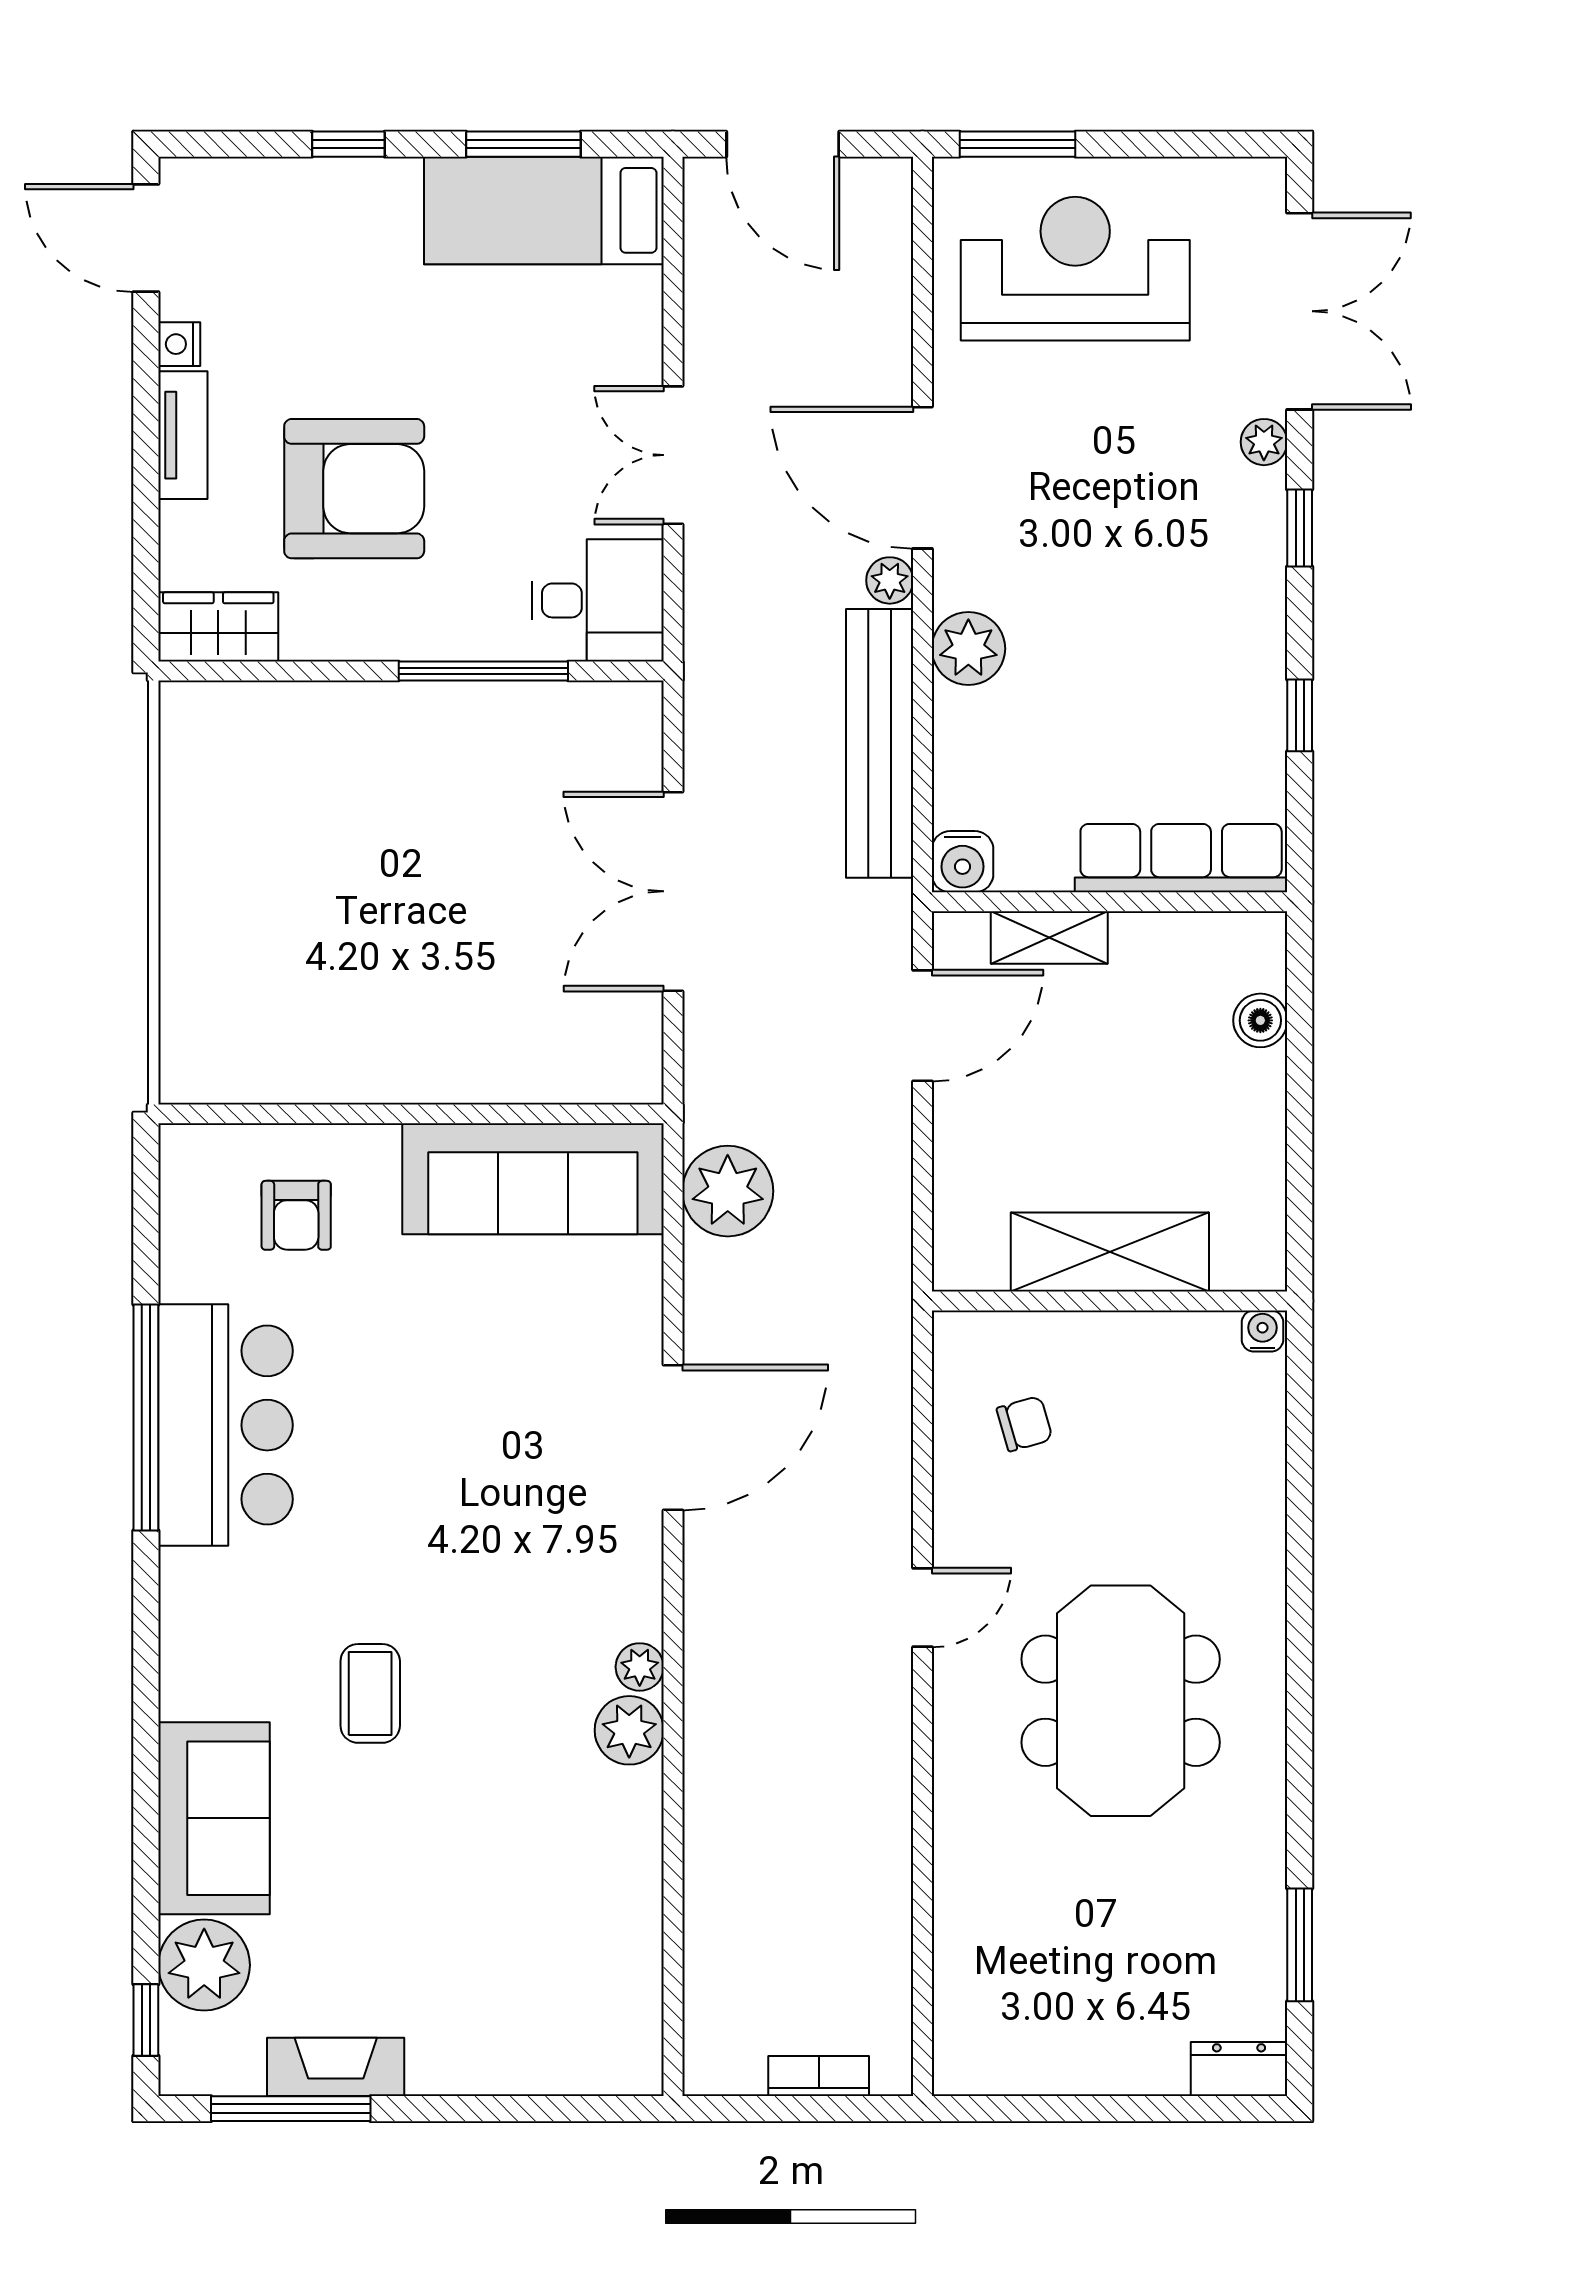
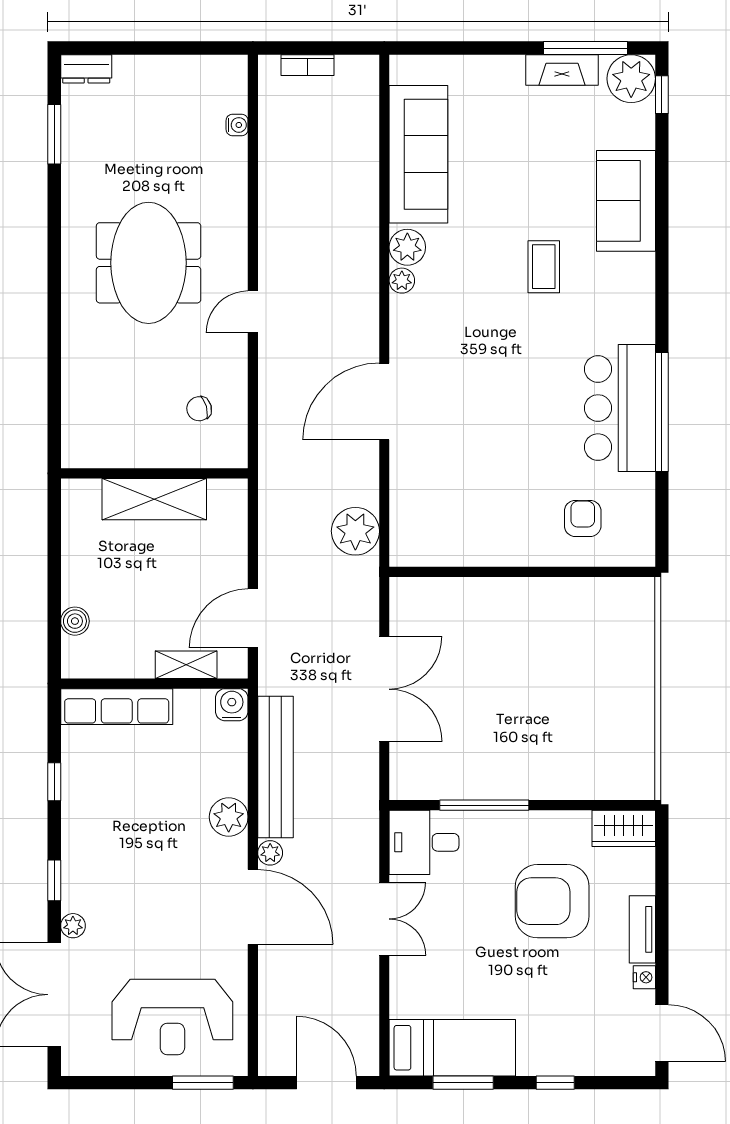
sofa: (533, 1179) -> (418, 154), moved, turned 90
water cooler: (1262, 1331) -> (237, 125), moved, turned -90
plant: (204, 1965) -> (631, 79), moved

